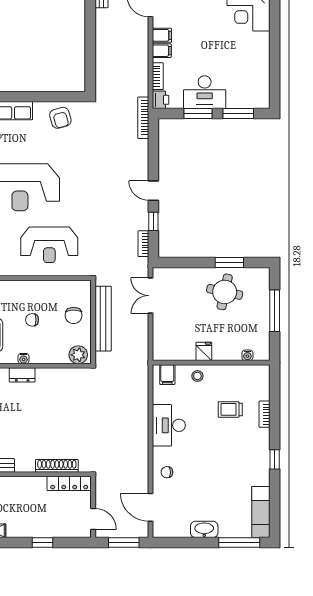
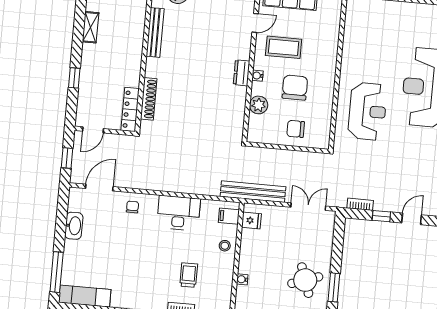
reception desk: (49, 245) -> (367, 111), turned 180
round table: (225, 292) -> (305, 280), turned -31
bench: (103, 319) -> (253, 192), moved
chair: (32, 320) -> (295, 88), width x1.87, depth x1.87
fridge: (204, 351) -> (251, 220), moved
plant: (78, 355) -> (259, 105), moved
water cooler: (247, 355) -> (242, 279), moved
washbasin: (204, 529) -> (74, 226), moved
window: (124, 543) -> (67, 158), width x0.67

